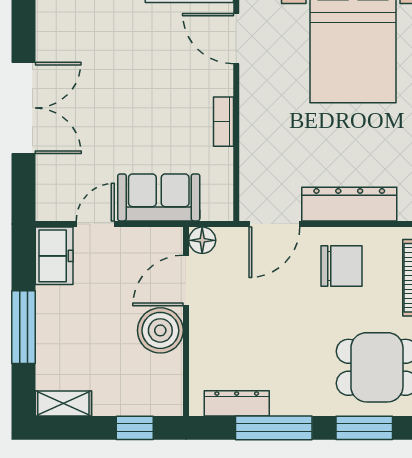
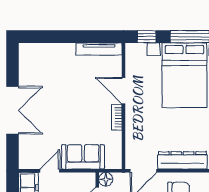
door: (236, 39) -> (123, 91), moved

